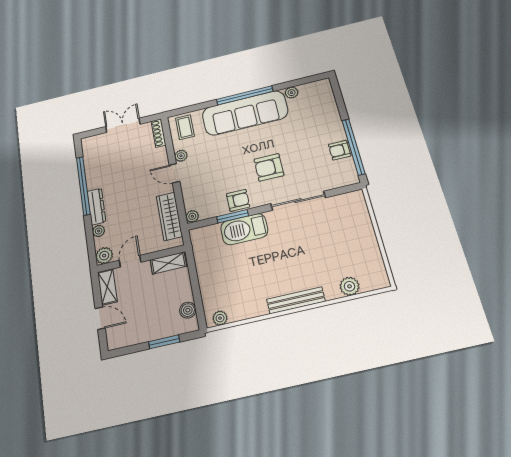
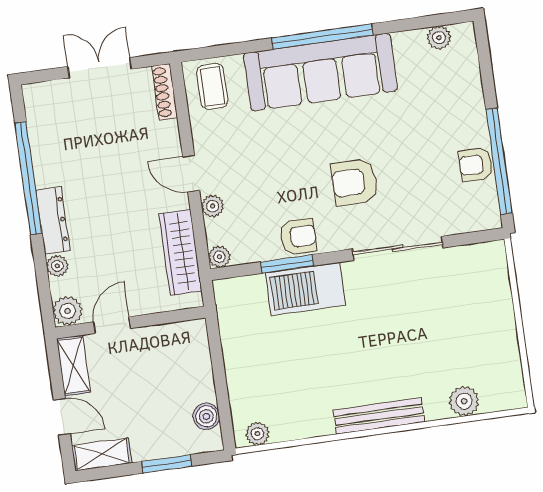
plant: (292, 93) -> (439, 38), moved
plant: (181, 156) -> (213, 206), moved
shelving: (168, 263) -> (102, 454), moved

